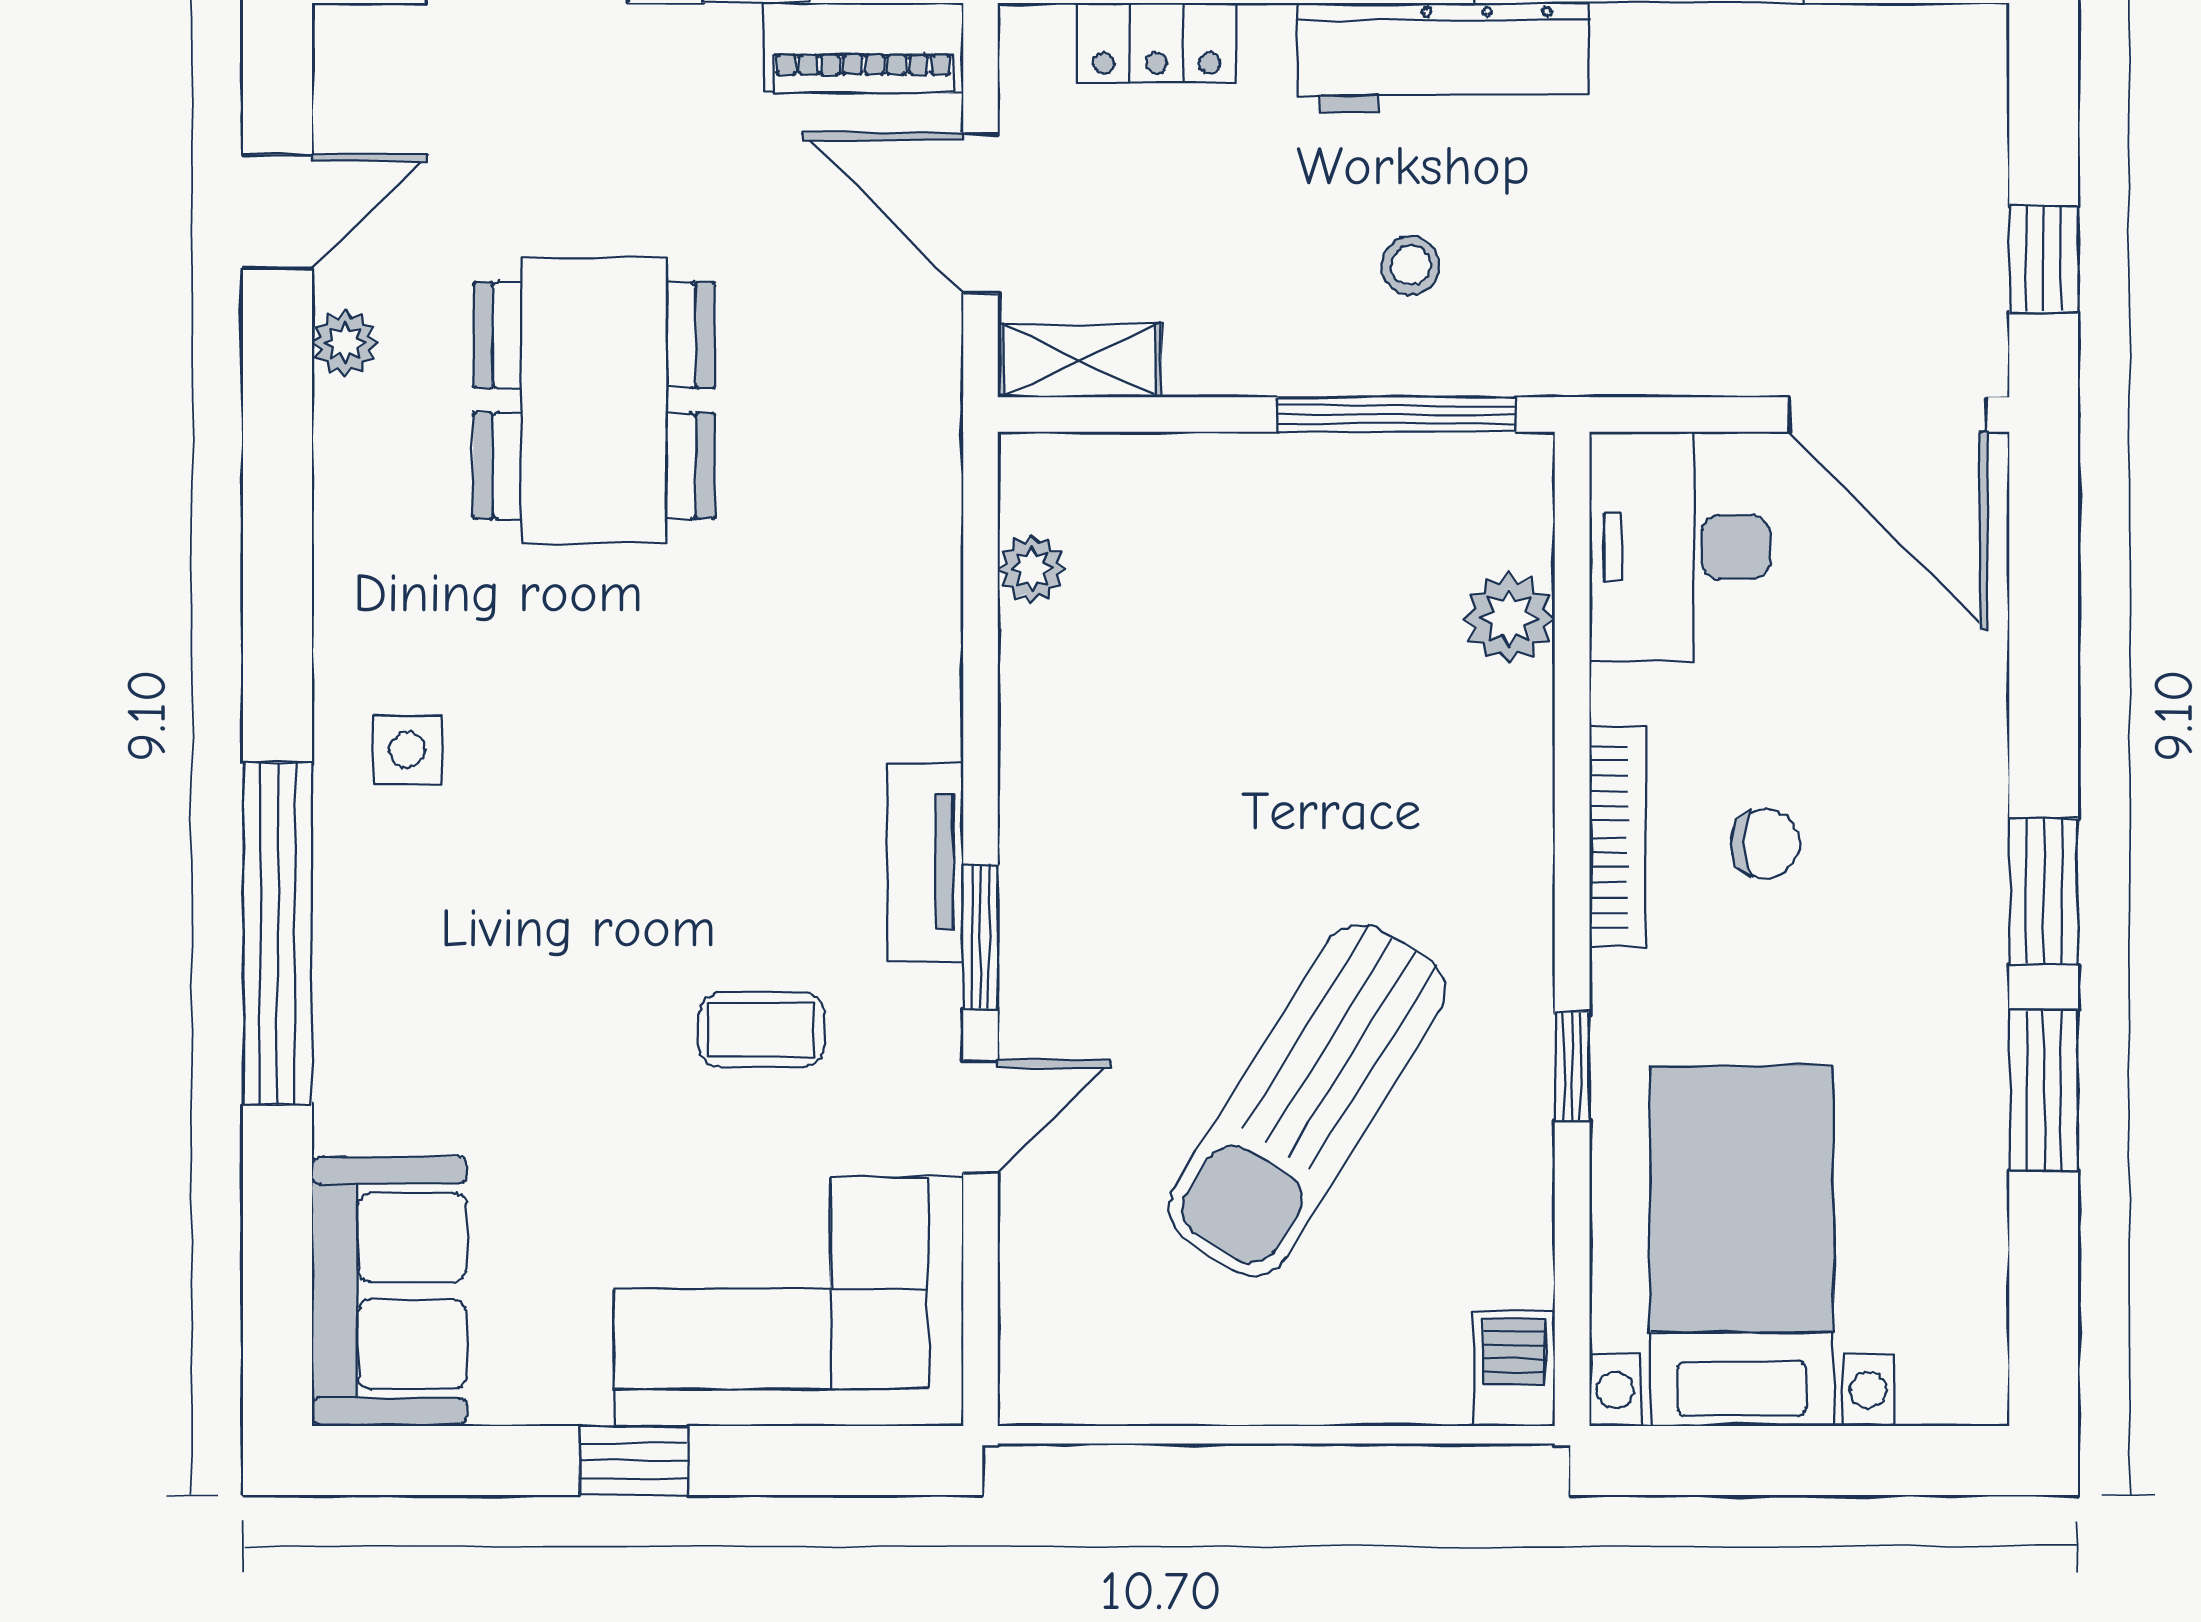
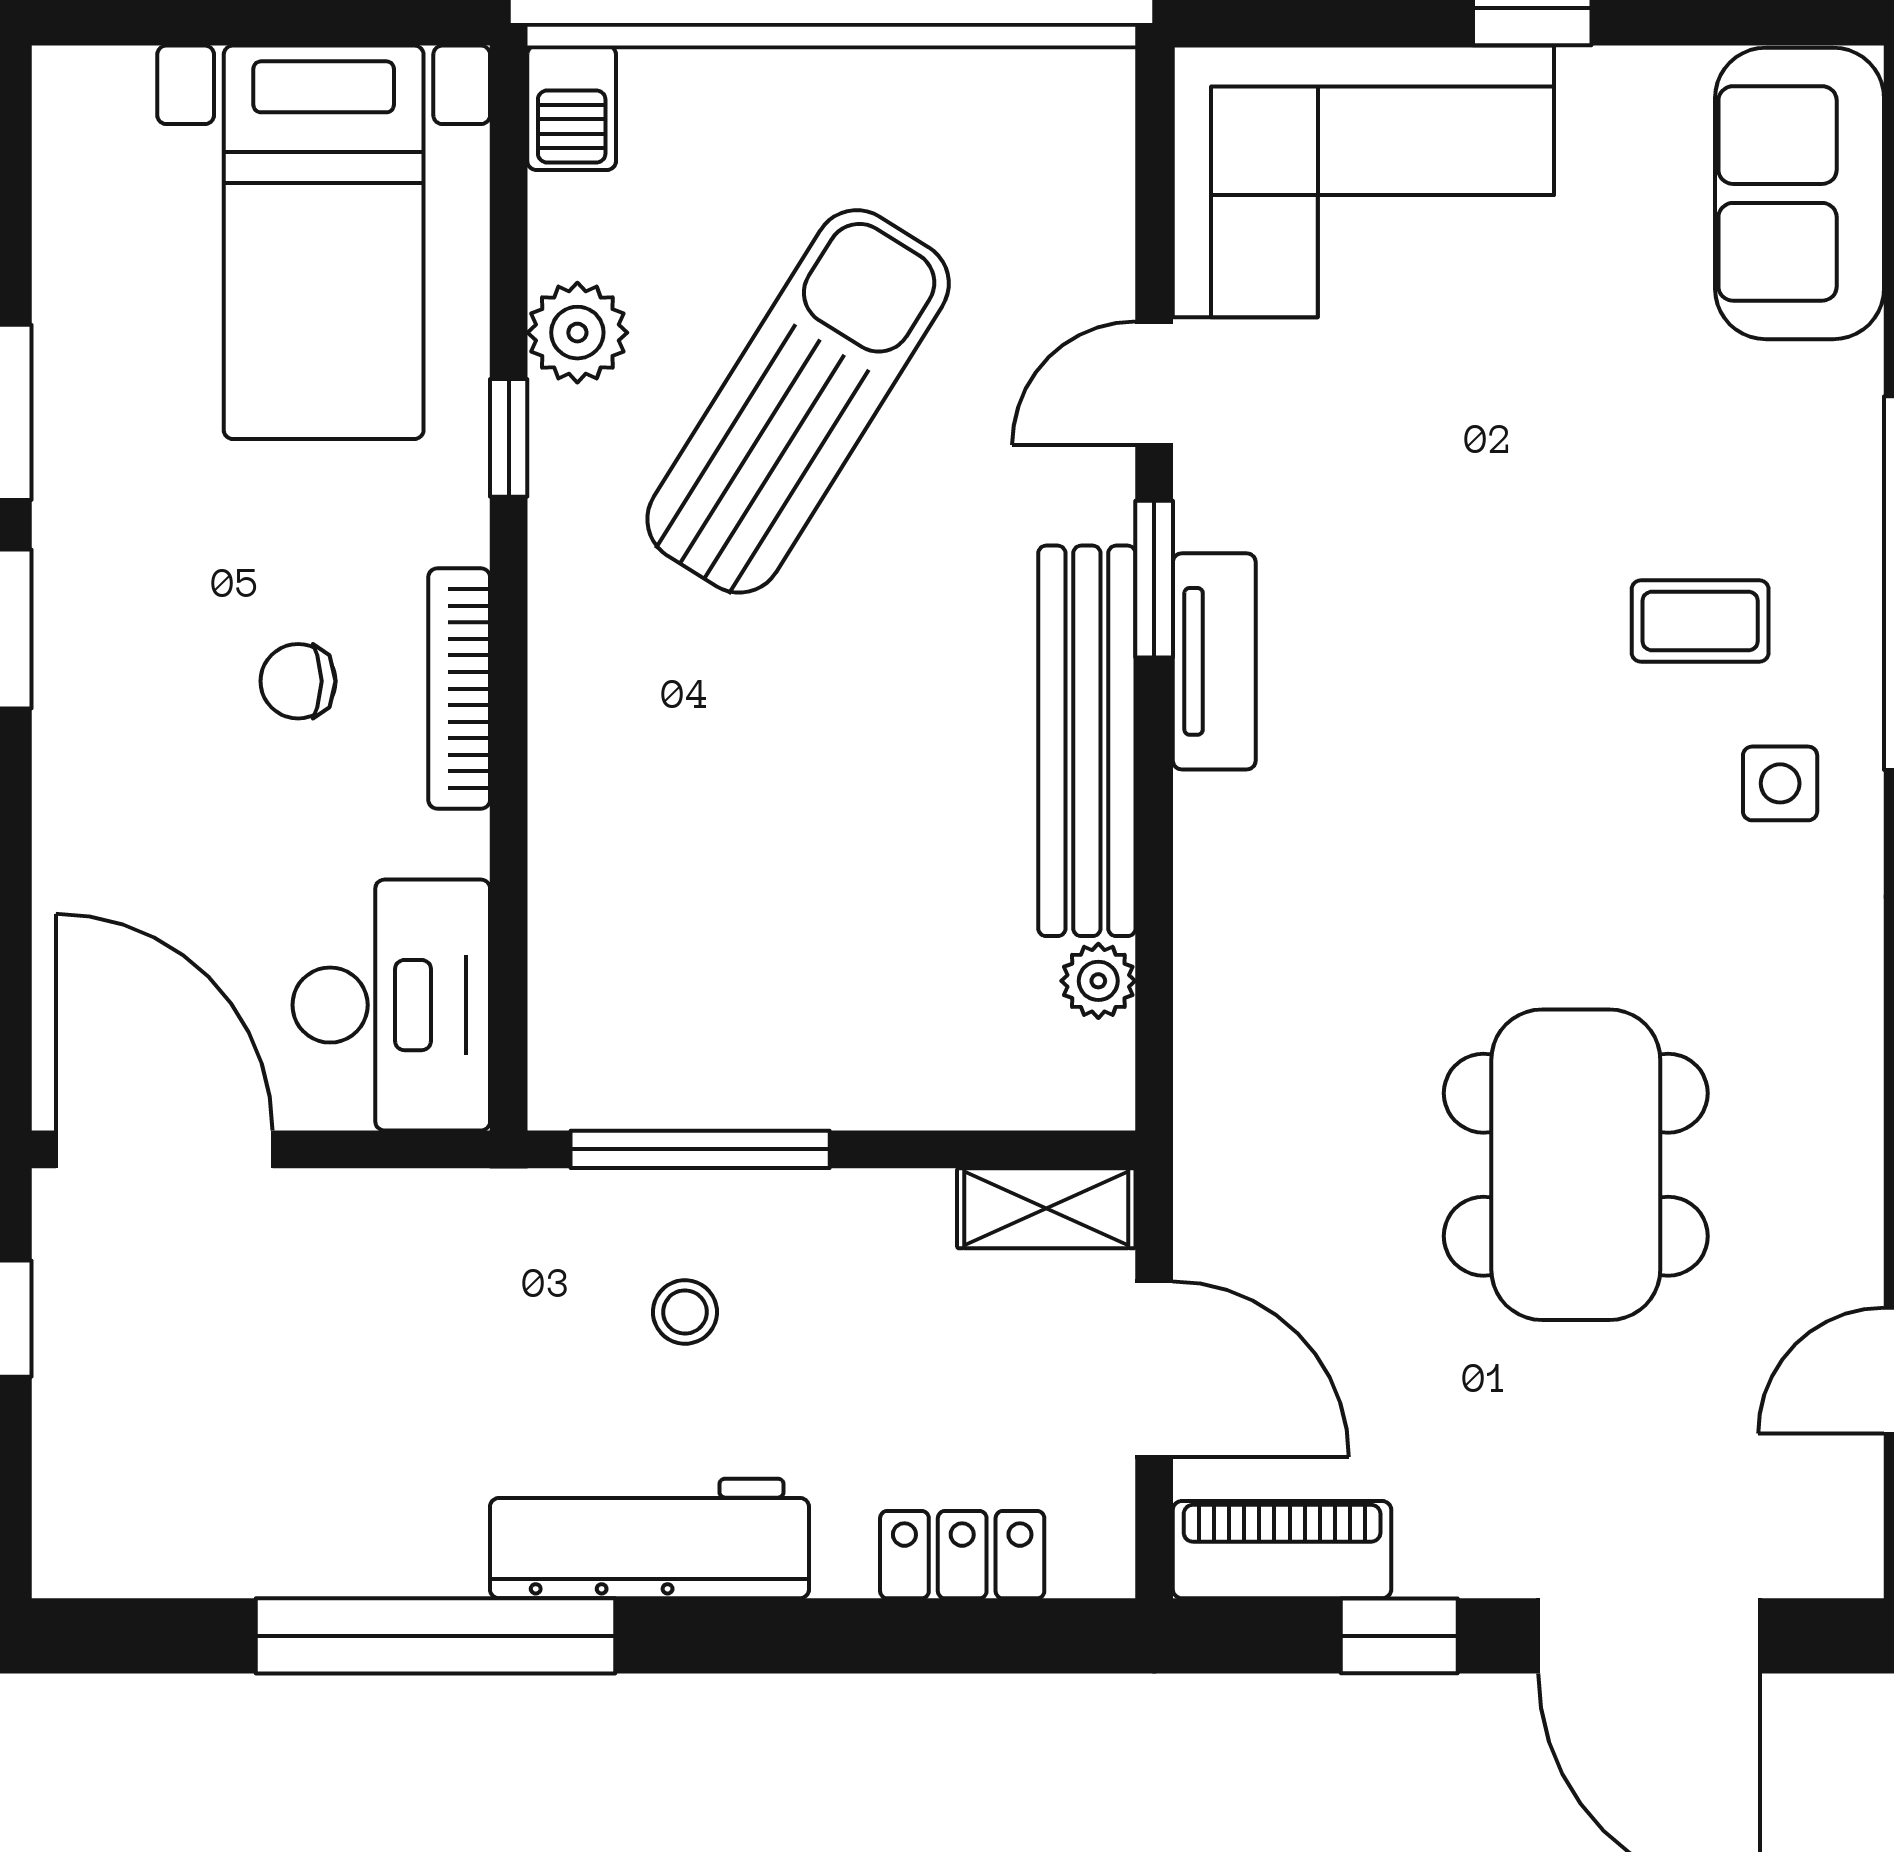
plant: (345, 343) -> (1848, 1228), removed
plant: (1509, 618) -> (577, 333), moved
bench: (1042, 789) -> (1087, 741), added
coffee table: (762, 1030) -> (1700, 621), moved

